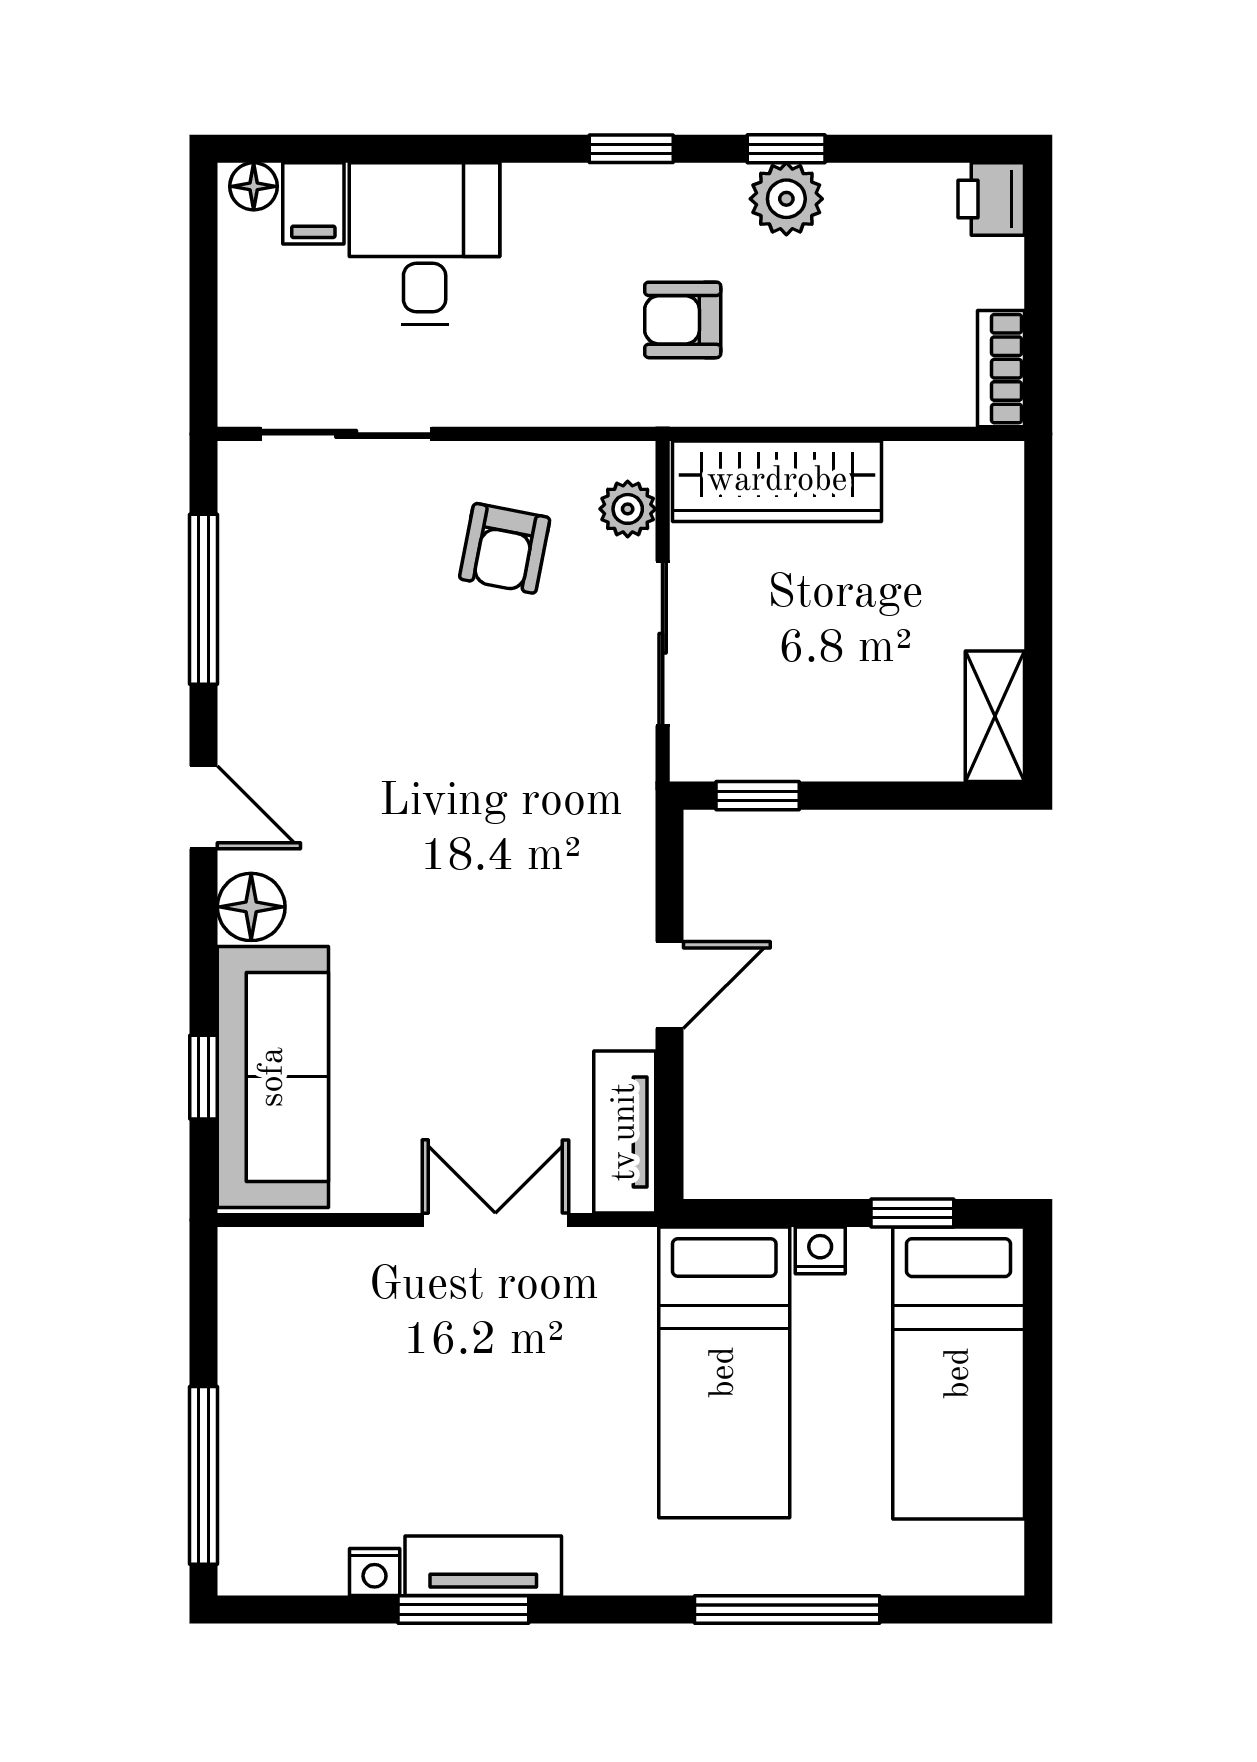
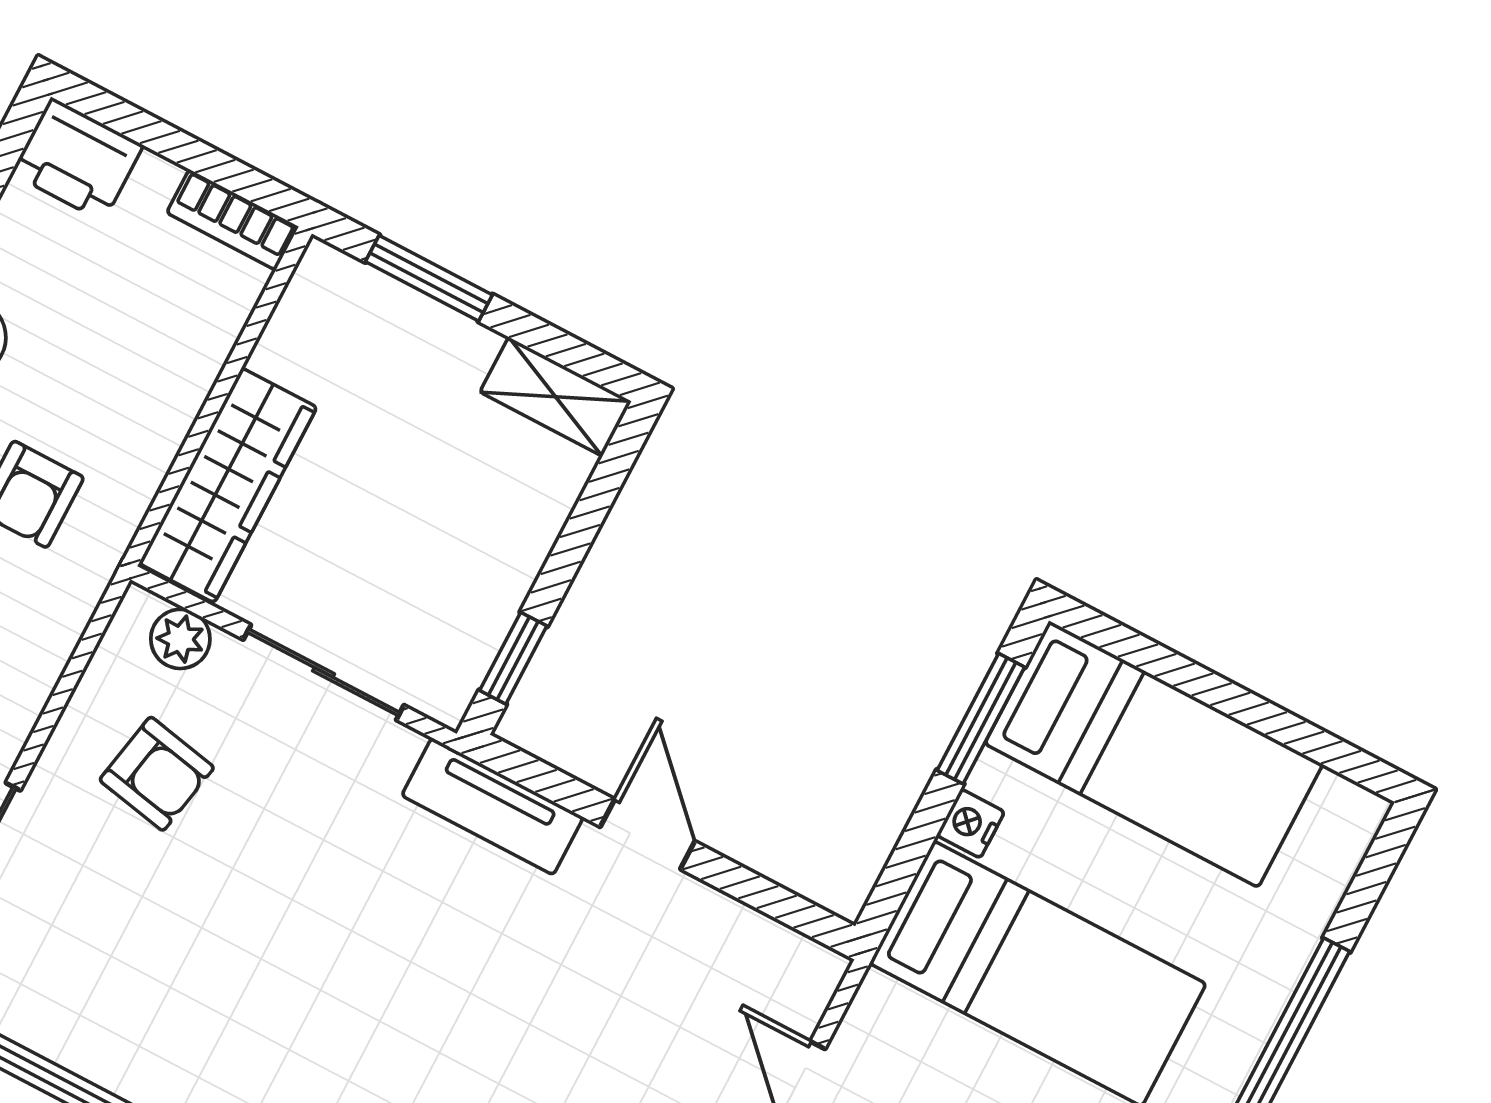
printer: (991, 199) -> (77, 159), width x1.36, depth x1.24
window: (1038, 558) -> (429, 278), added
tv unit: (625, 1132) -> (492, 806), moved
window: (912, 1213) -> (981, 719), width x1.50

